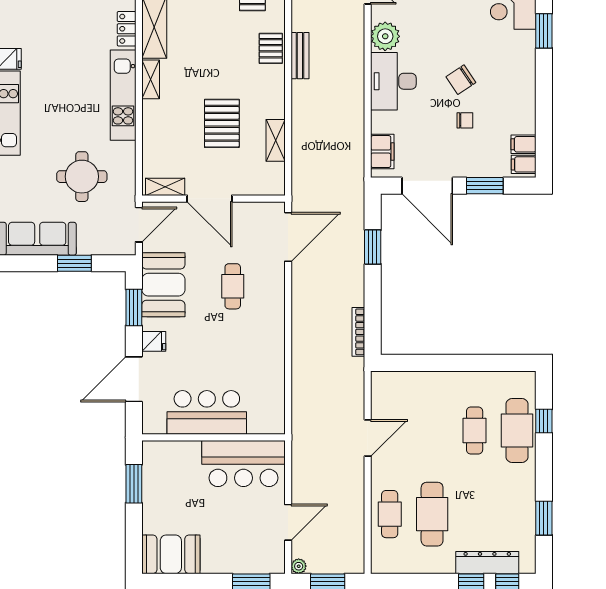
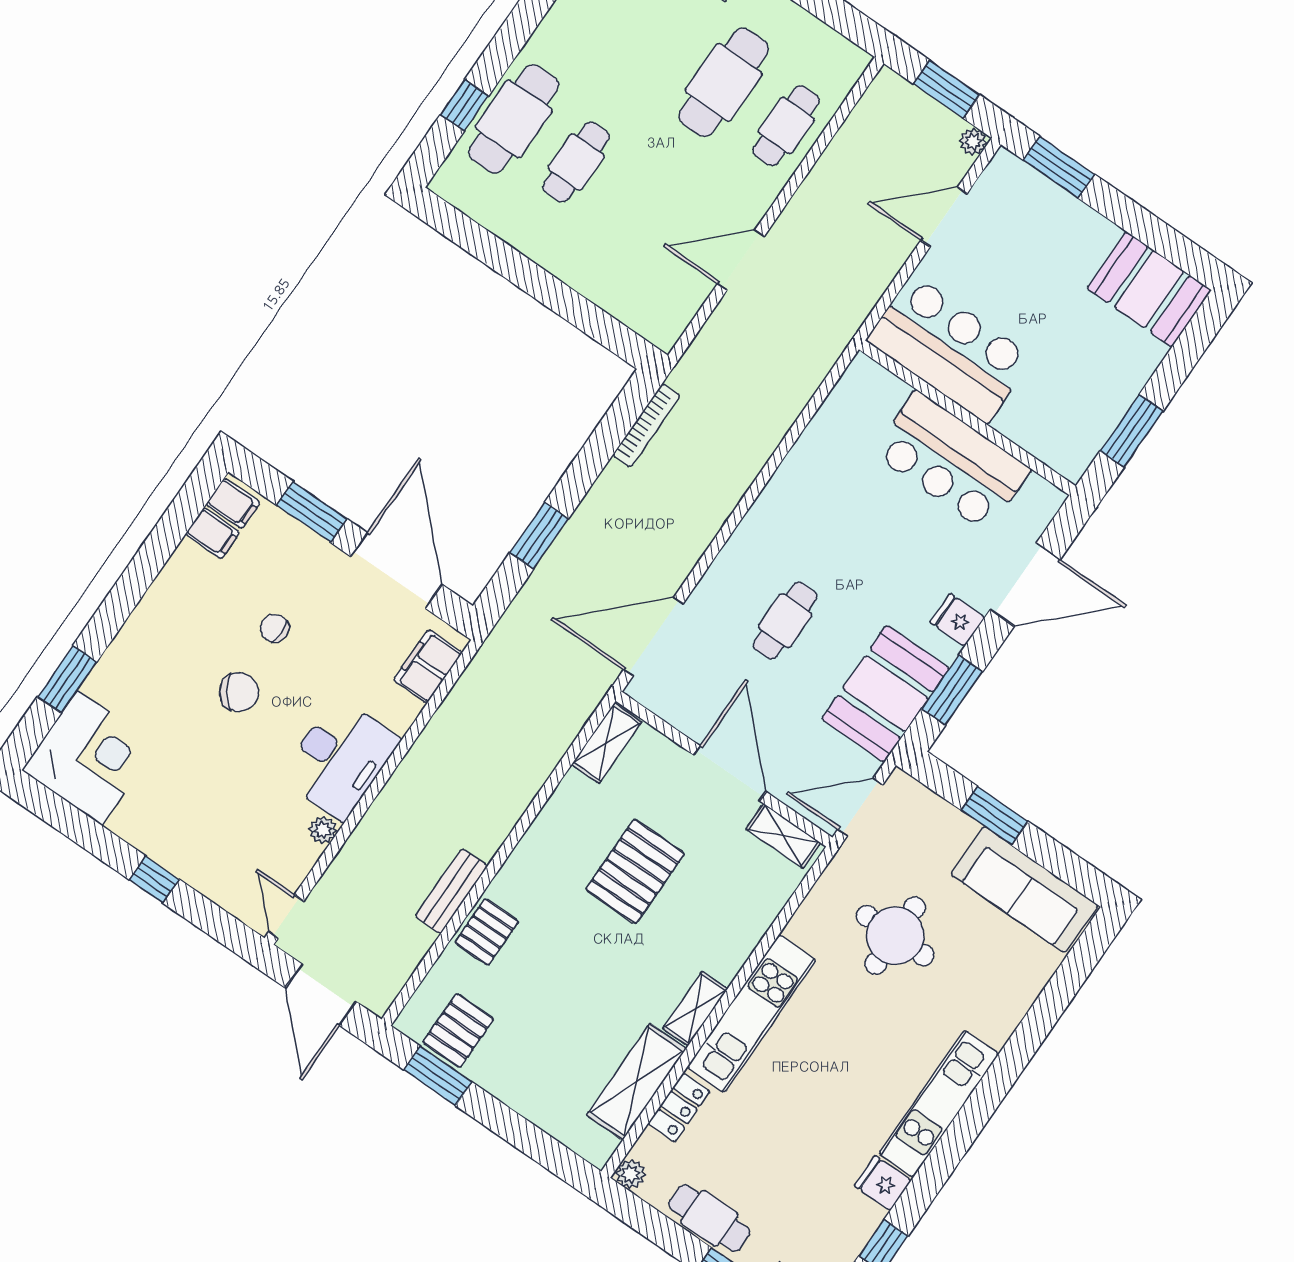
plant: (385, 36) -> (323, 830), width x0.53, depth x0.53
shelving: (276, 140) -> (607, 743), moved

